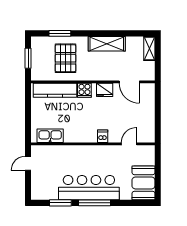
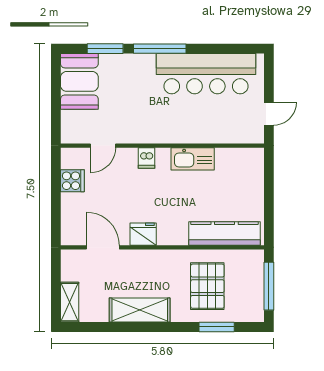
window: (28, 58) -> (269, 286), width x1.44
cooker: (84, 90) -> (72, 181), moved, turned 90
kitchen sink: (50, 136) -> (193, 159), moved
bar counter: (89, 188) -> (206, 74), moved
window: (60, 203) -> (105, 49), moved

